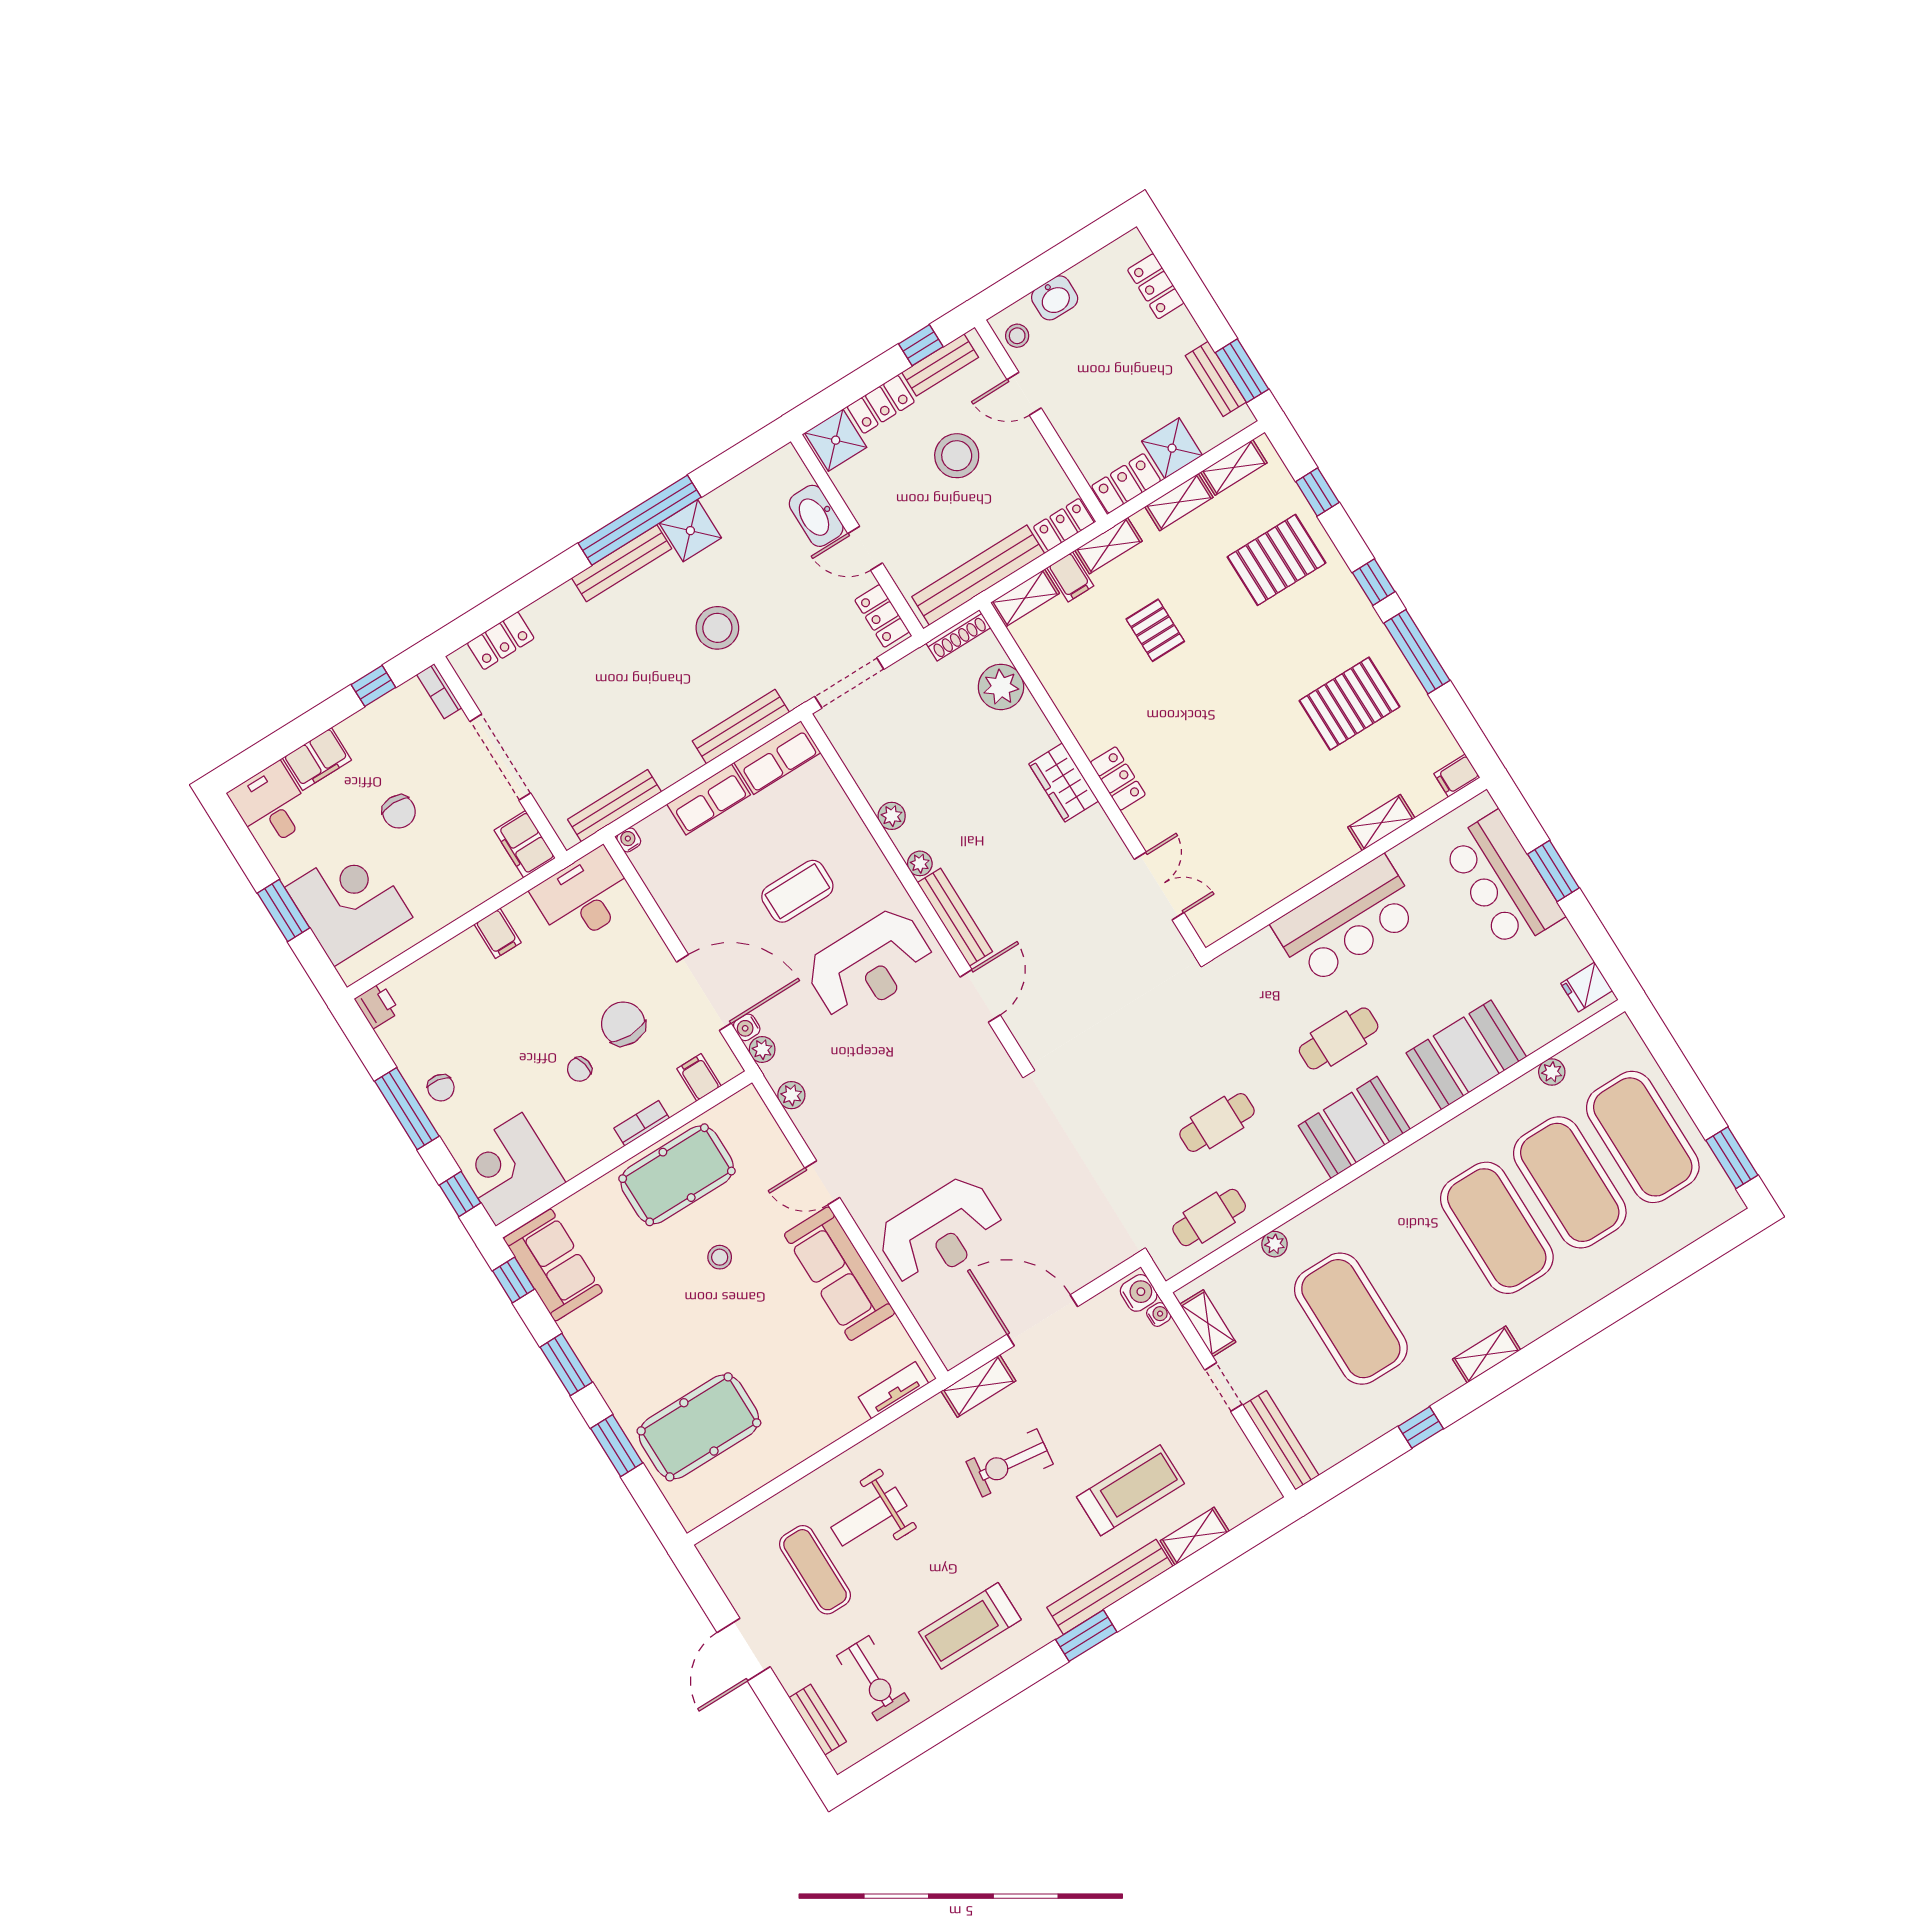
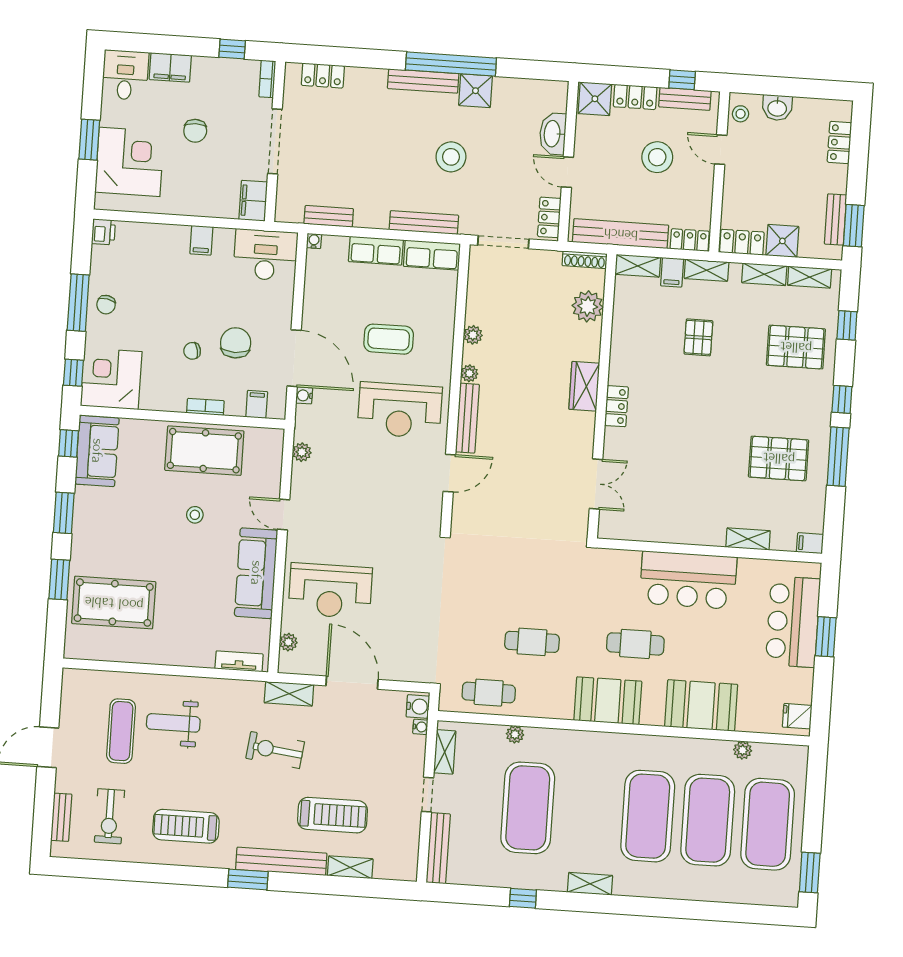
bench: (615, 806) -> (329, 216), width x0.73
plant: (762, 1049) -> (288, 642), moved

